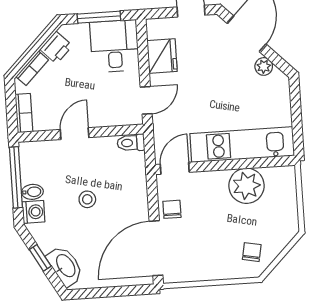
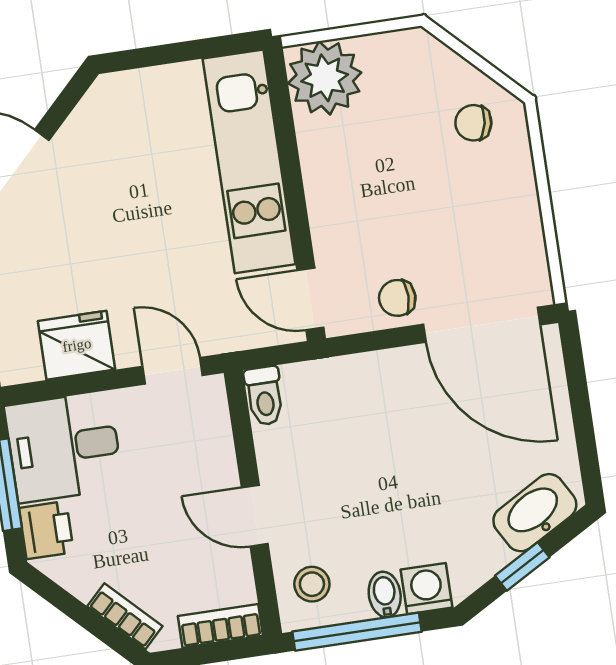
printer: (56, 48) -> (46, 530), moved, turned 45
plant: (264, 66) -> (81, 130), removed
plant: (246, 186) -> (325, 78), moved
stool: (87, 199) -> (312, 584), moved

